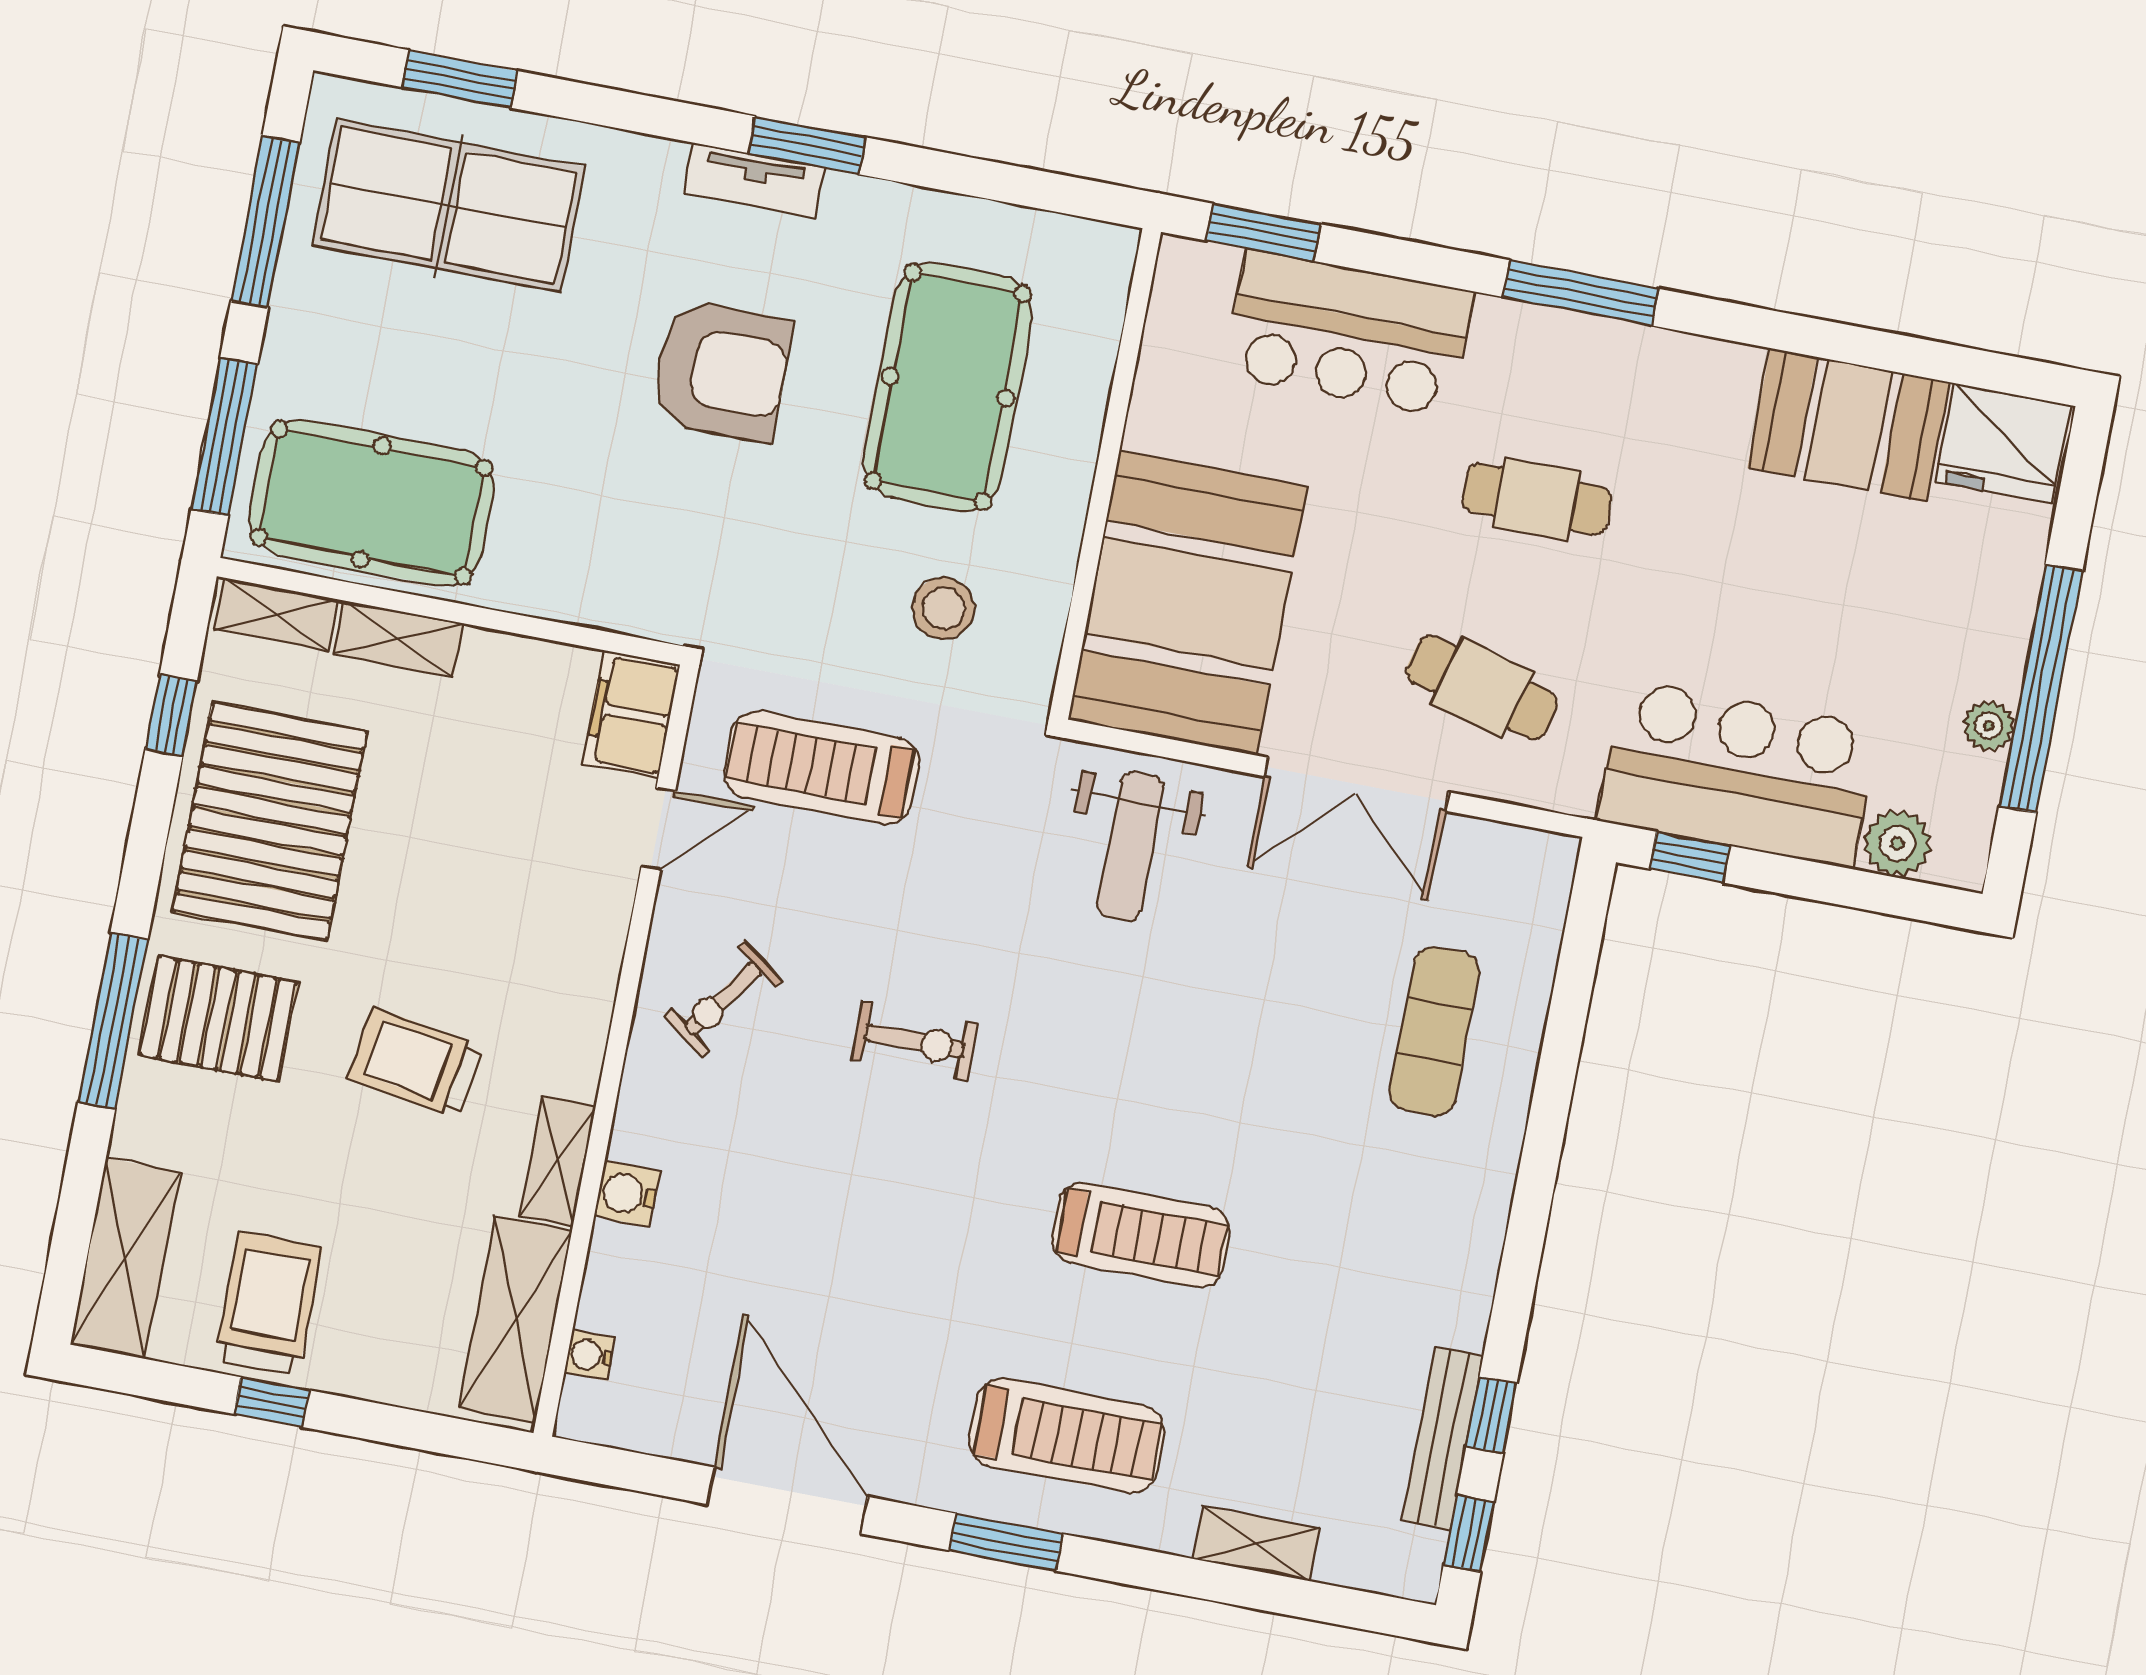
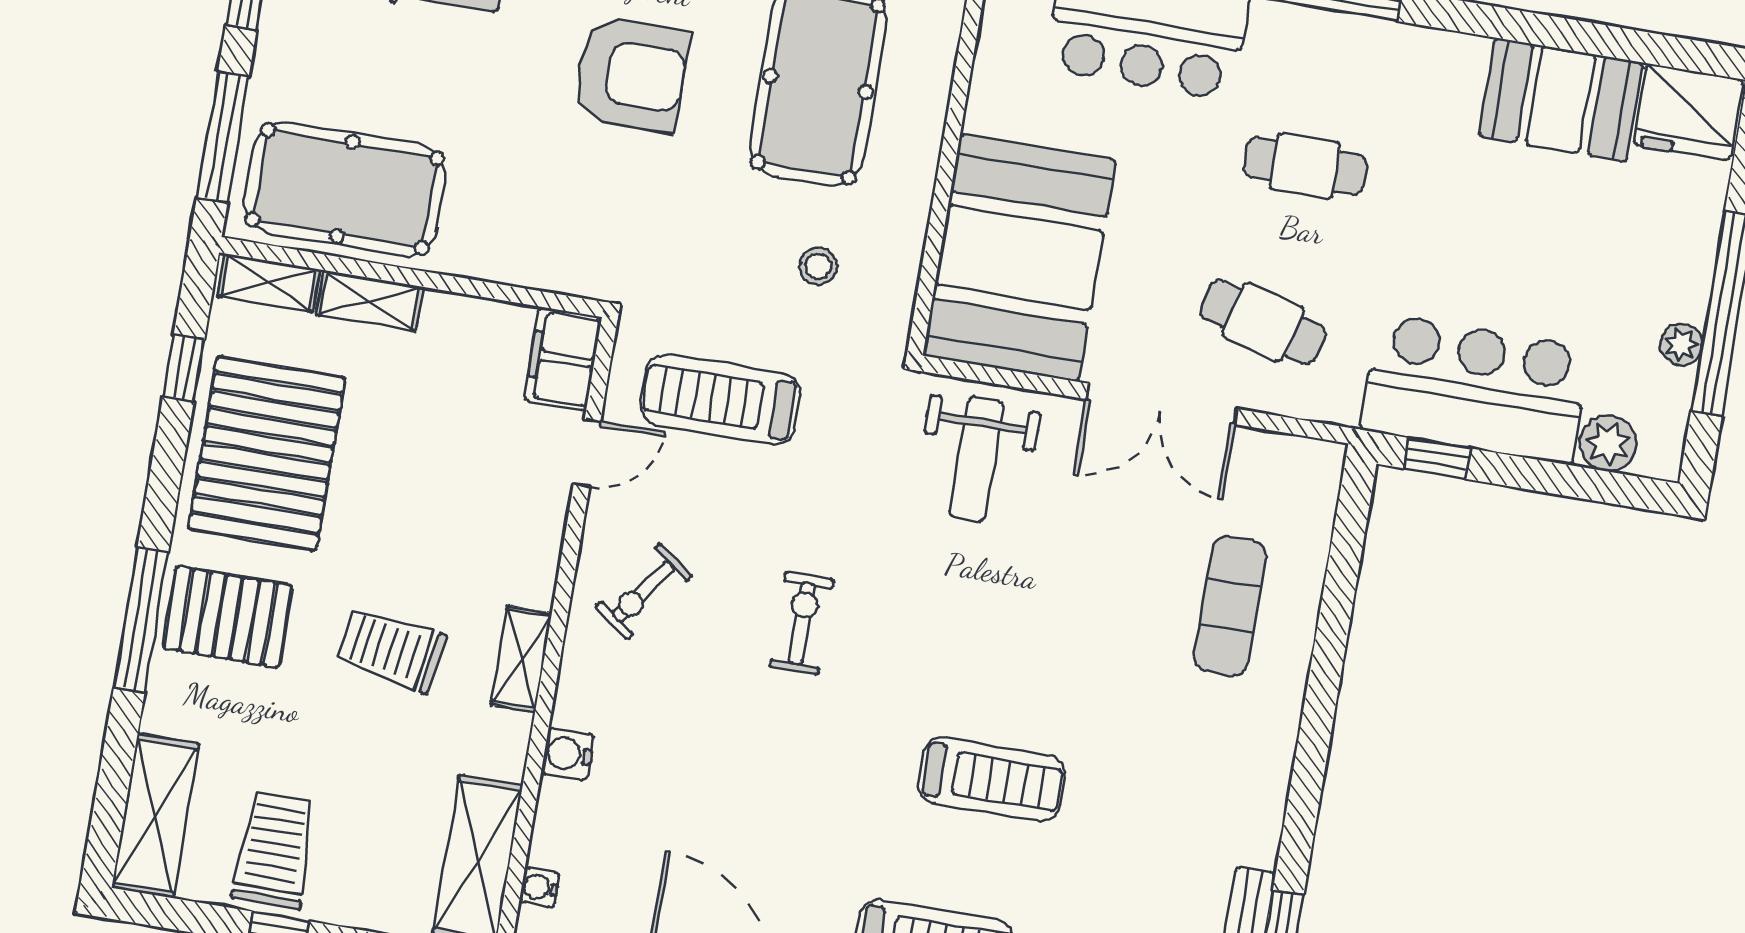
stool: (943, 608) -> (818, 266), width x0.73, depth x0.73
exercise bike: (915, 1041) -> (802, 623), turned -90
shelving: (557, 1161) -> (521, 659), moved

